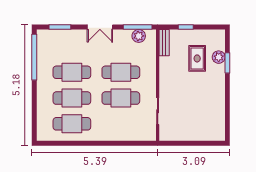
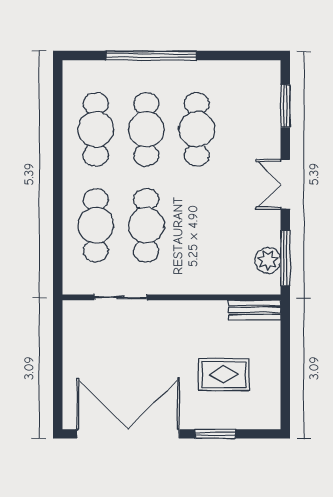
window: (186, 27) -> (285, 353), removed
window: (34, 57) -> (151, 56), moved
plant: (219, 57) -> (227, 417), removed
cafe table: (121, 72) -> (96, 225), moved
double door: (227, 107) -> (128, 434), added

